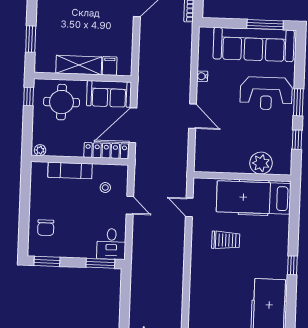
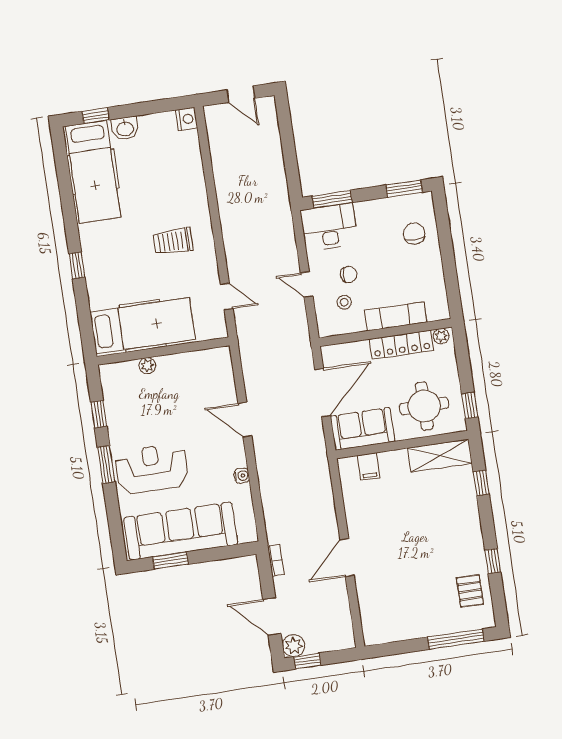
window: (265, 25) -> (170, 561), width x0.69
window: (31, 39) -> (481, 483), width x0.67
shelving: (79, 65) -> (440, 456), moved
locker: (106, 151) -> (401, 345), moved
plant: (261, 163) -> (147, 366), width x0.53, depth x0.53
chair: (98, 207) -> (349, 275), added
trolley: (226, 240) -> (173, 241), moved
desk: (111, 244) -> (329, 227), width x1.37
window: (292, 265) -> (77, 265), moved

